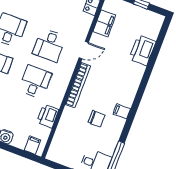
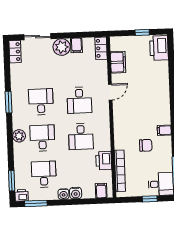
printer: (142, 50) -> (159, 48), moved
desk: (35, 82) -> (81, 136), turned 180
bookcase: (78, 85) -> (120, 171), moved

